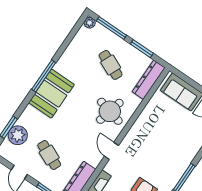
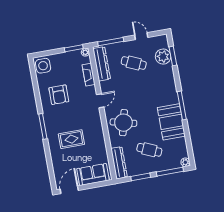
booth: (51, 94) -> (171, 122), moved
rug: (170, 142) -> (71, 139), added
door: (112, 151) -> (100, 101), hinge flipped

